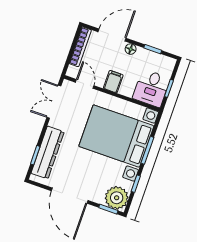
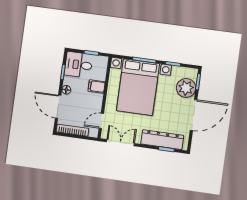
filing cabinet: (113, 82) -> (97, 86), moved
desk: (151, 88) -> (78, 65), moved, turned 180
double door: (54, 102) -> (120, 143), swing flipped
plant: (117, 198) -> (186, 88), moved

